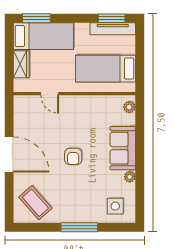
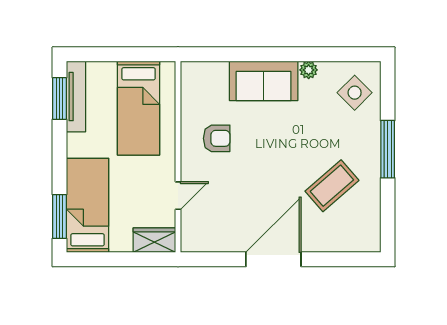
wardrobe: (21, 64) -> (154, 240), moved
plant: (129, 107) -> (199, 71), removed
armchair: (73, 157) -> (217, 138), moved
coffee table: (35, 203) -> (332, 186), moved
side table: (115, 206) -> (355, 93), turned 45

